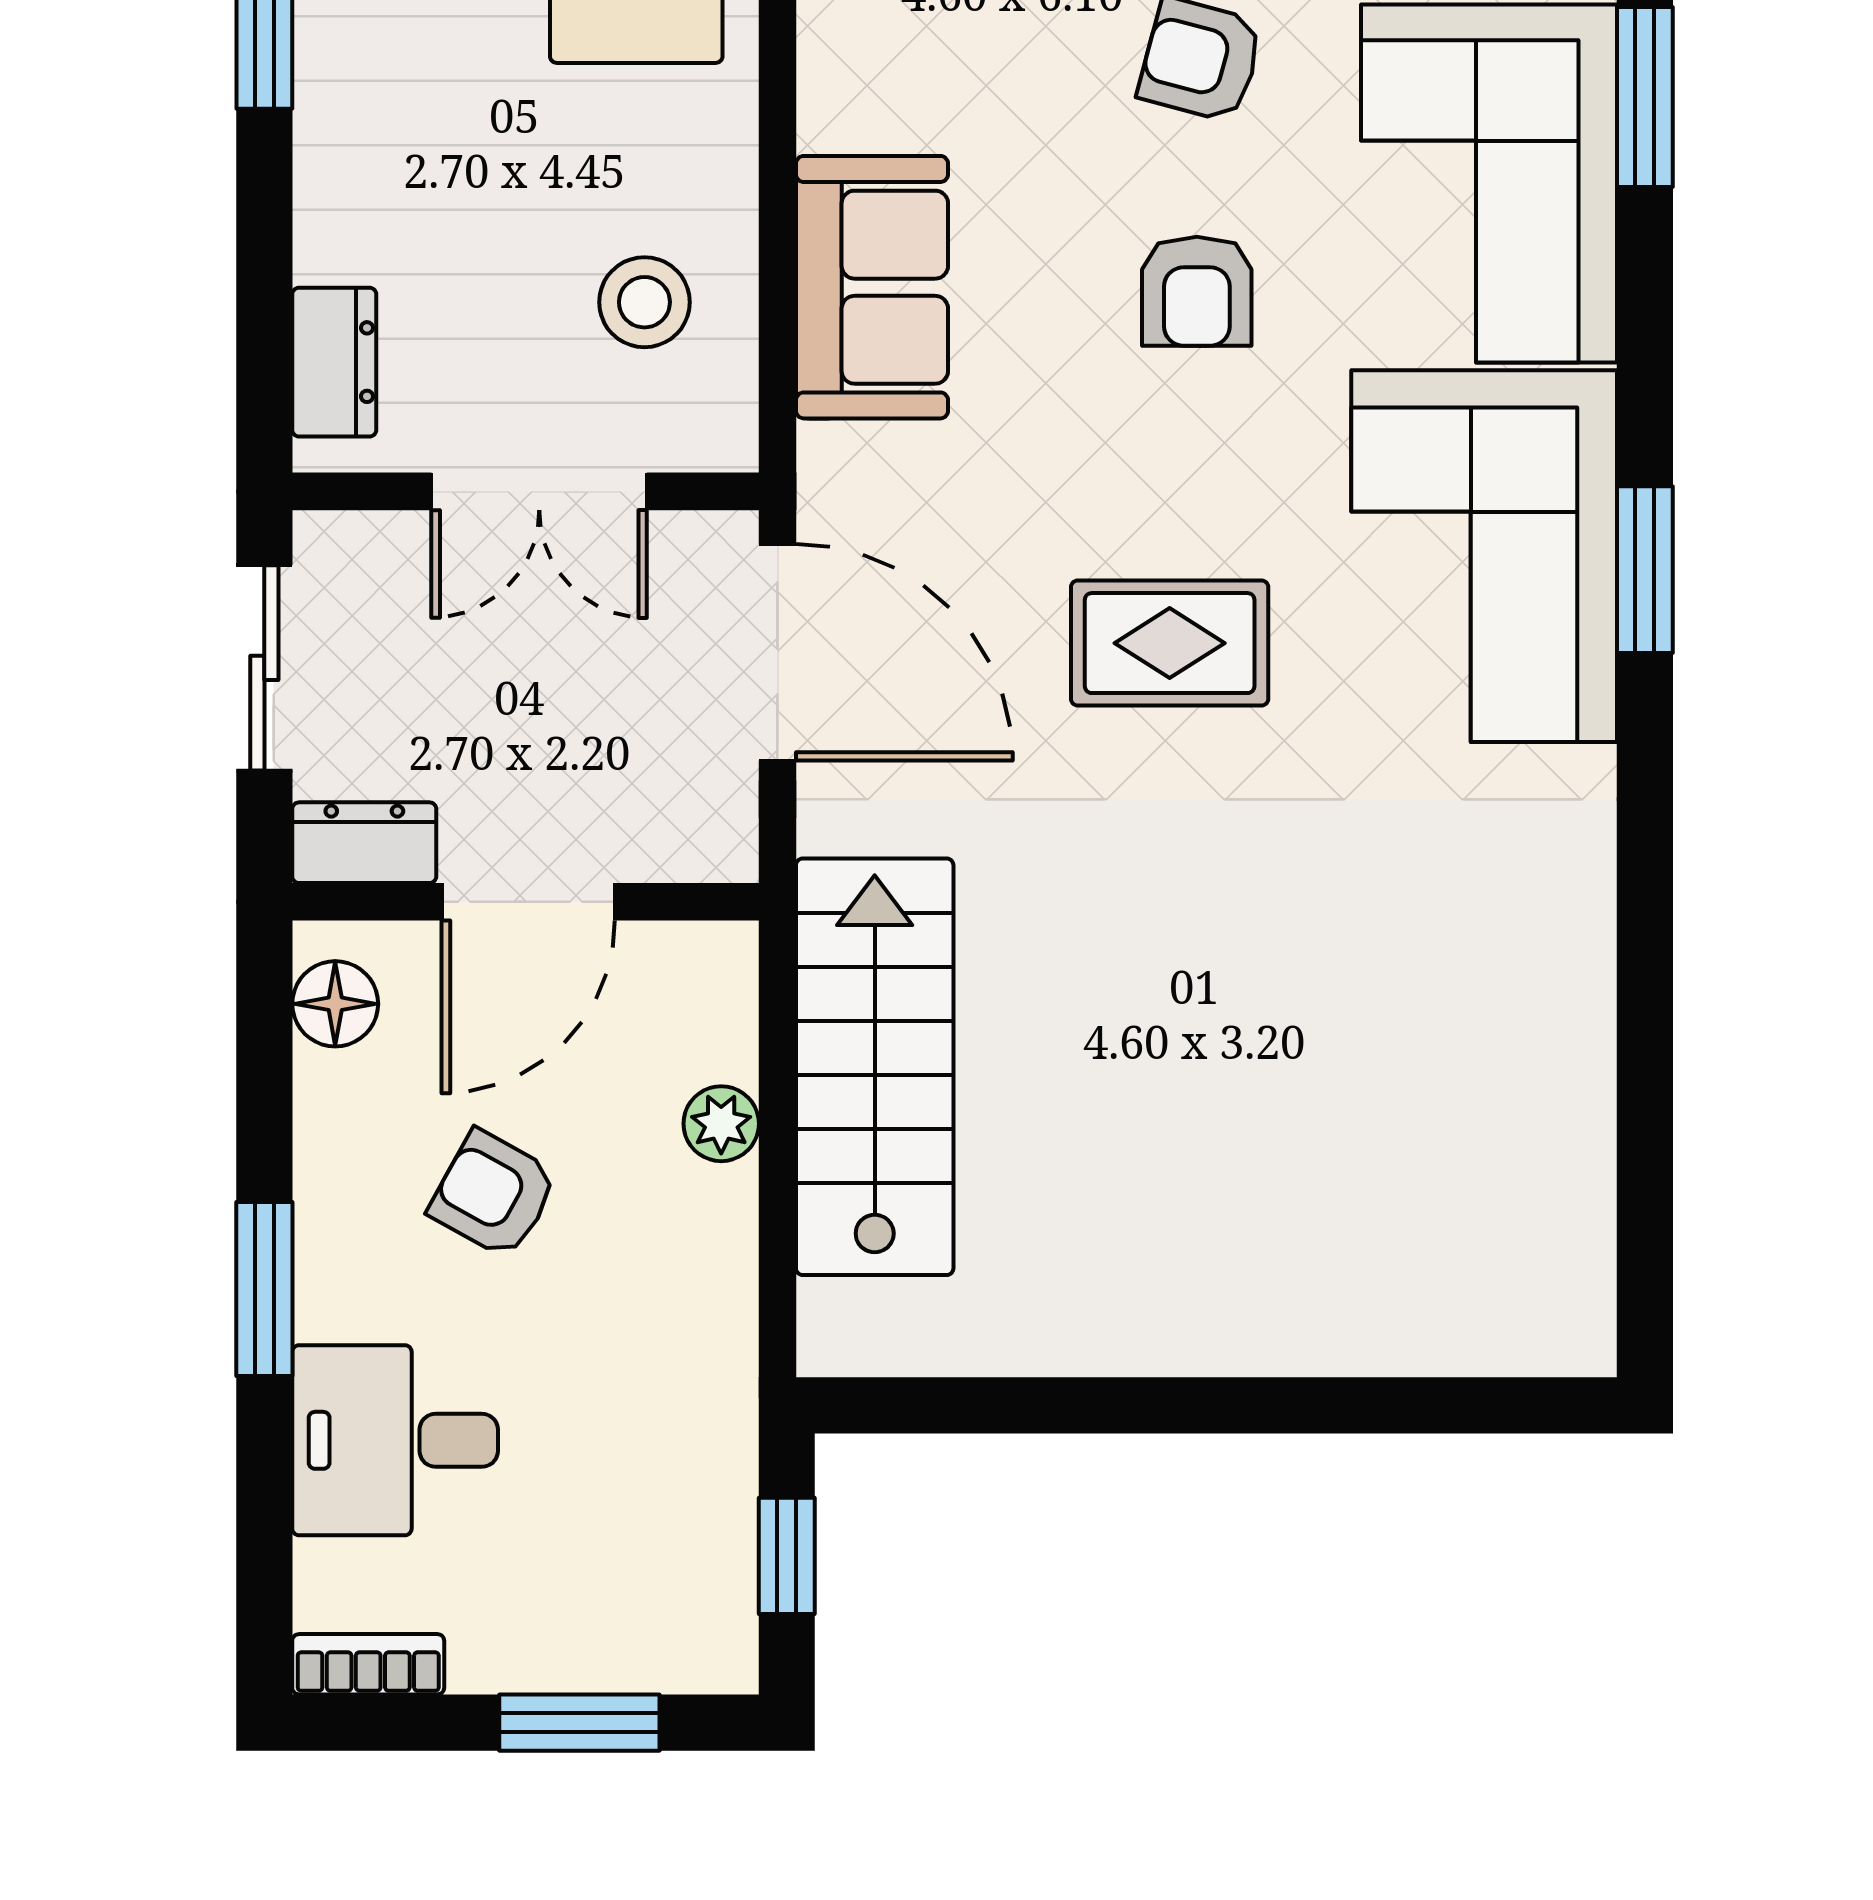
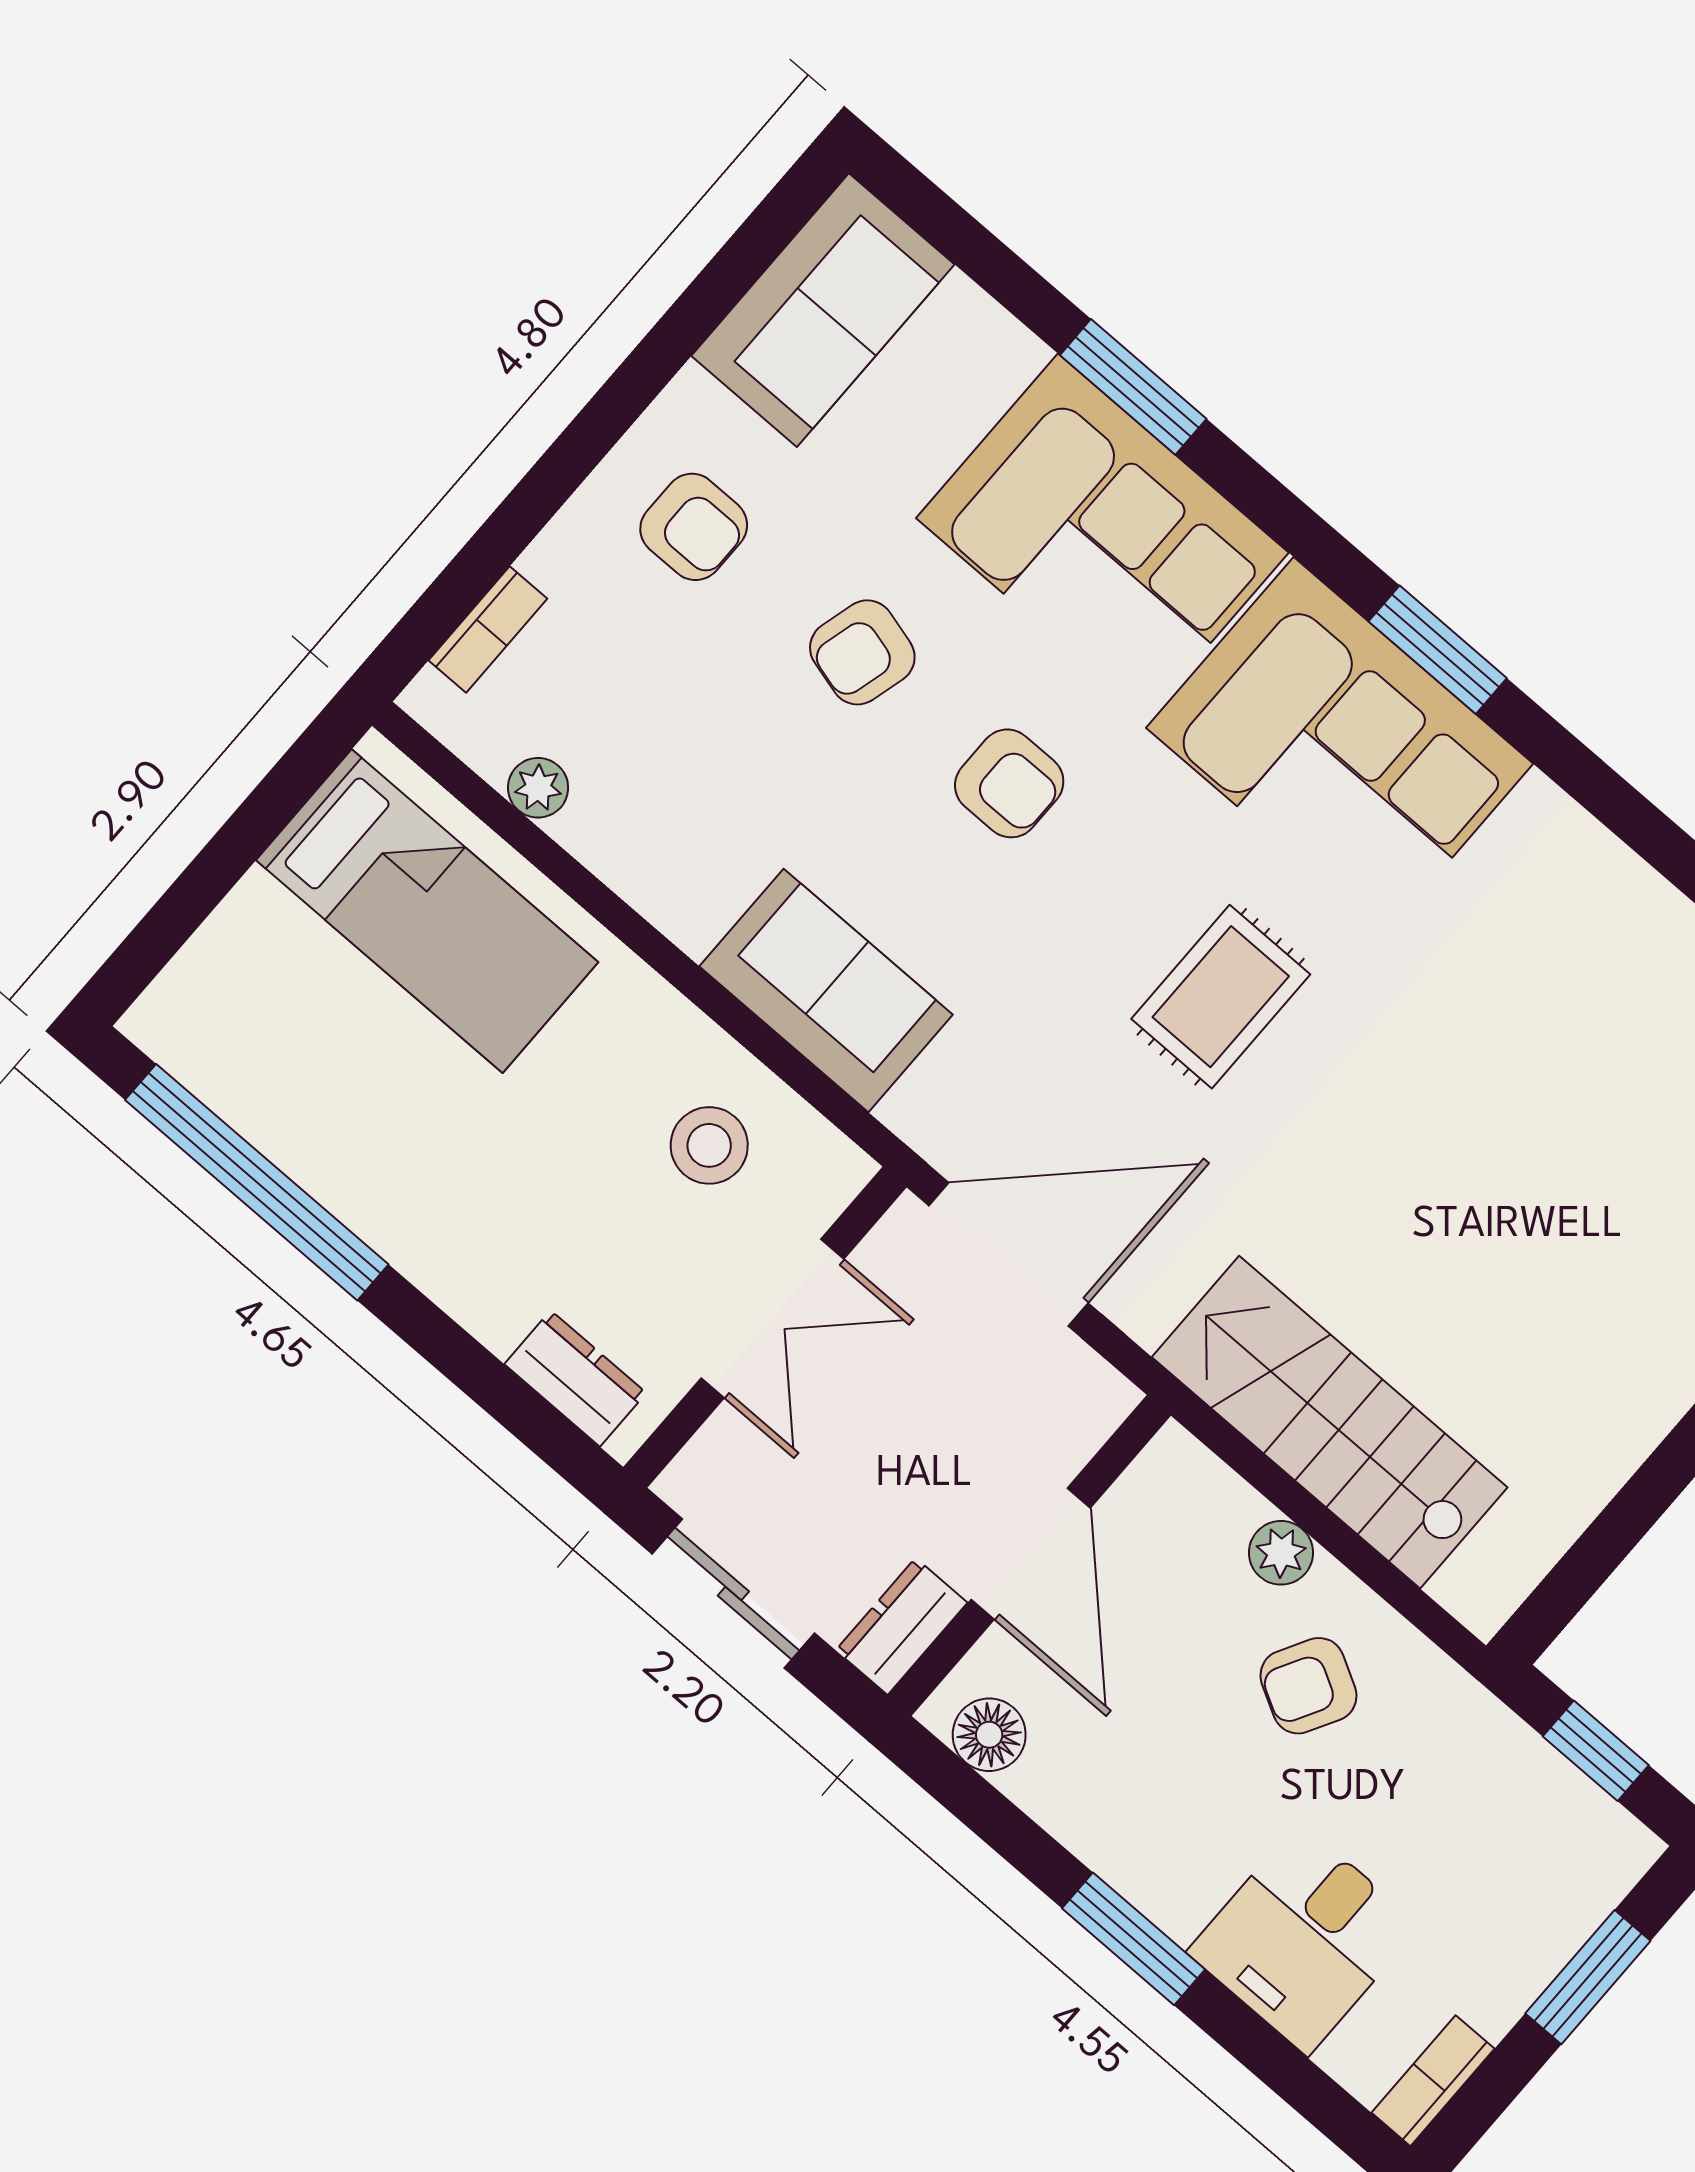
armchair: (494, 1194) -> (1309, 1686), moved

